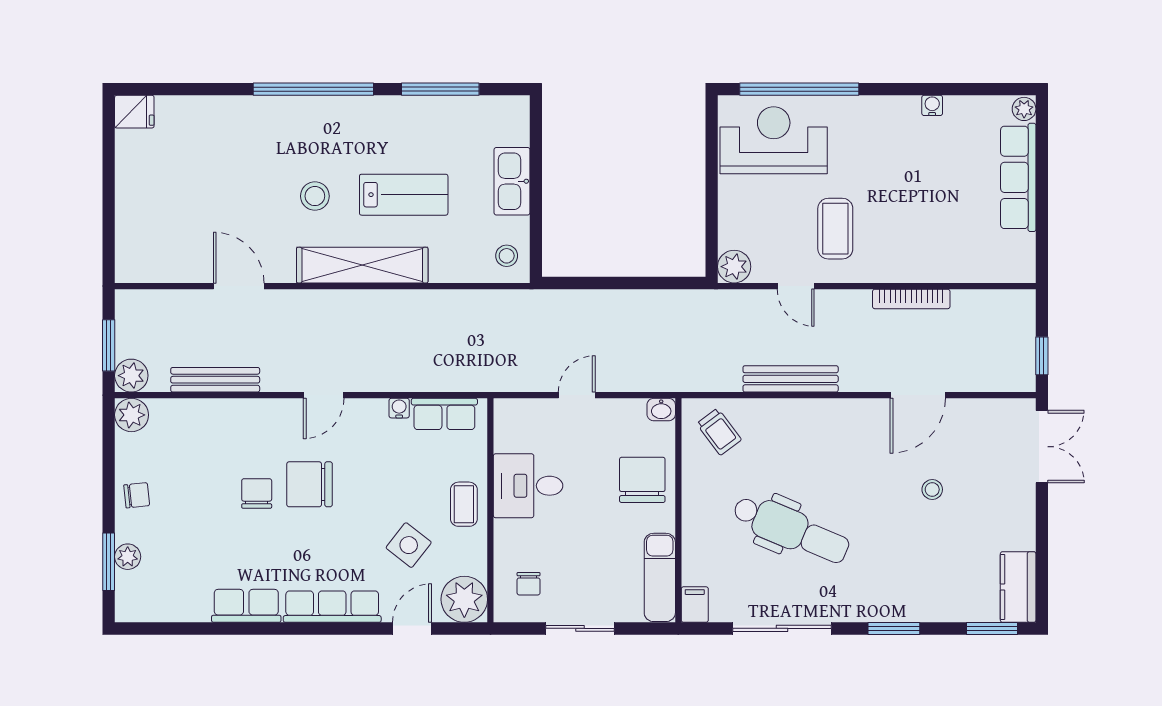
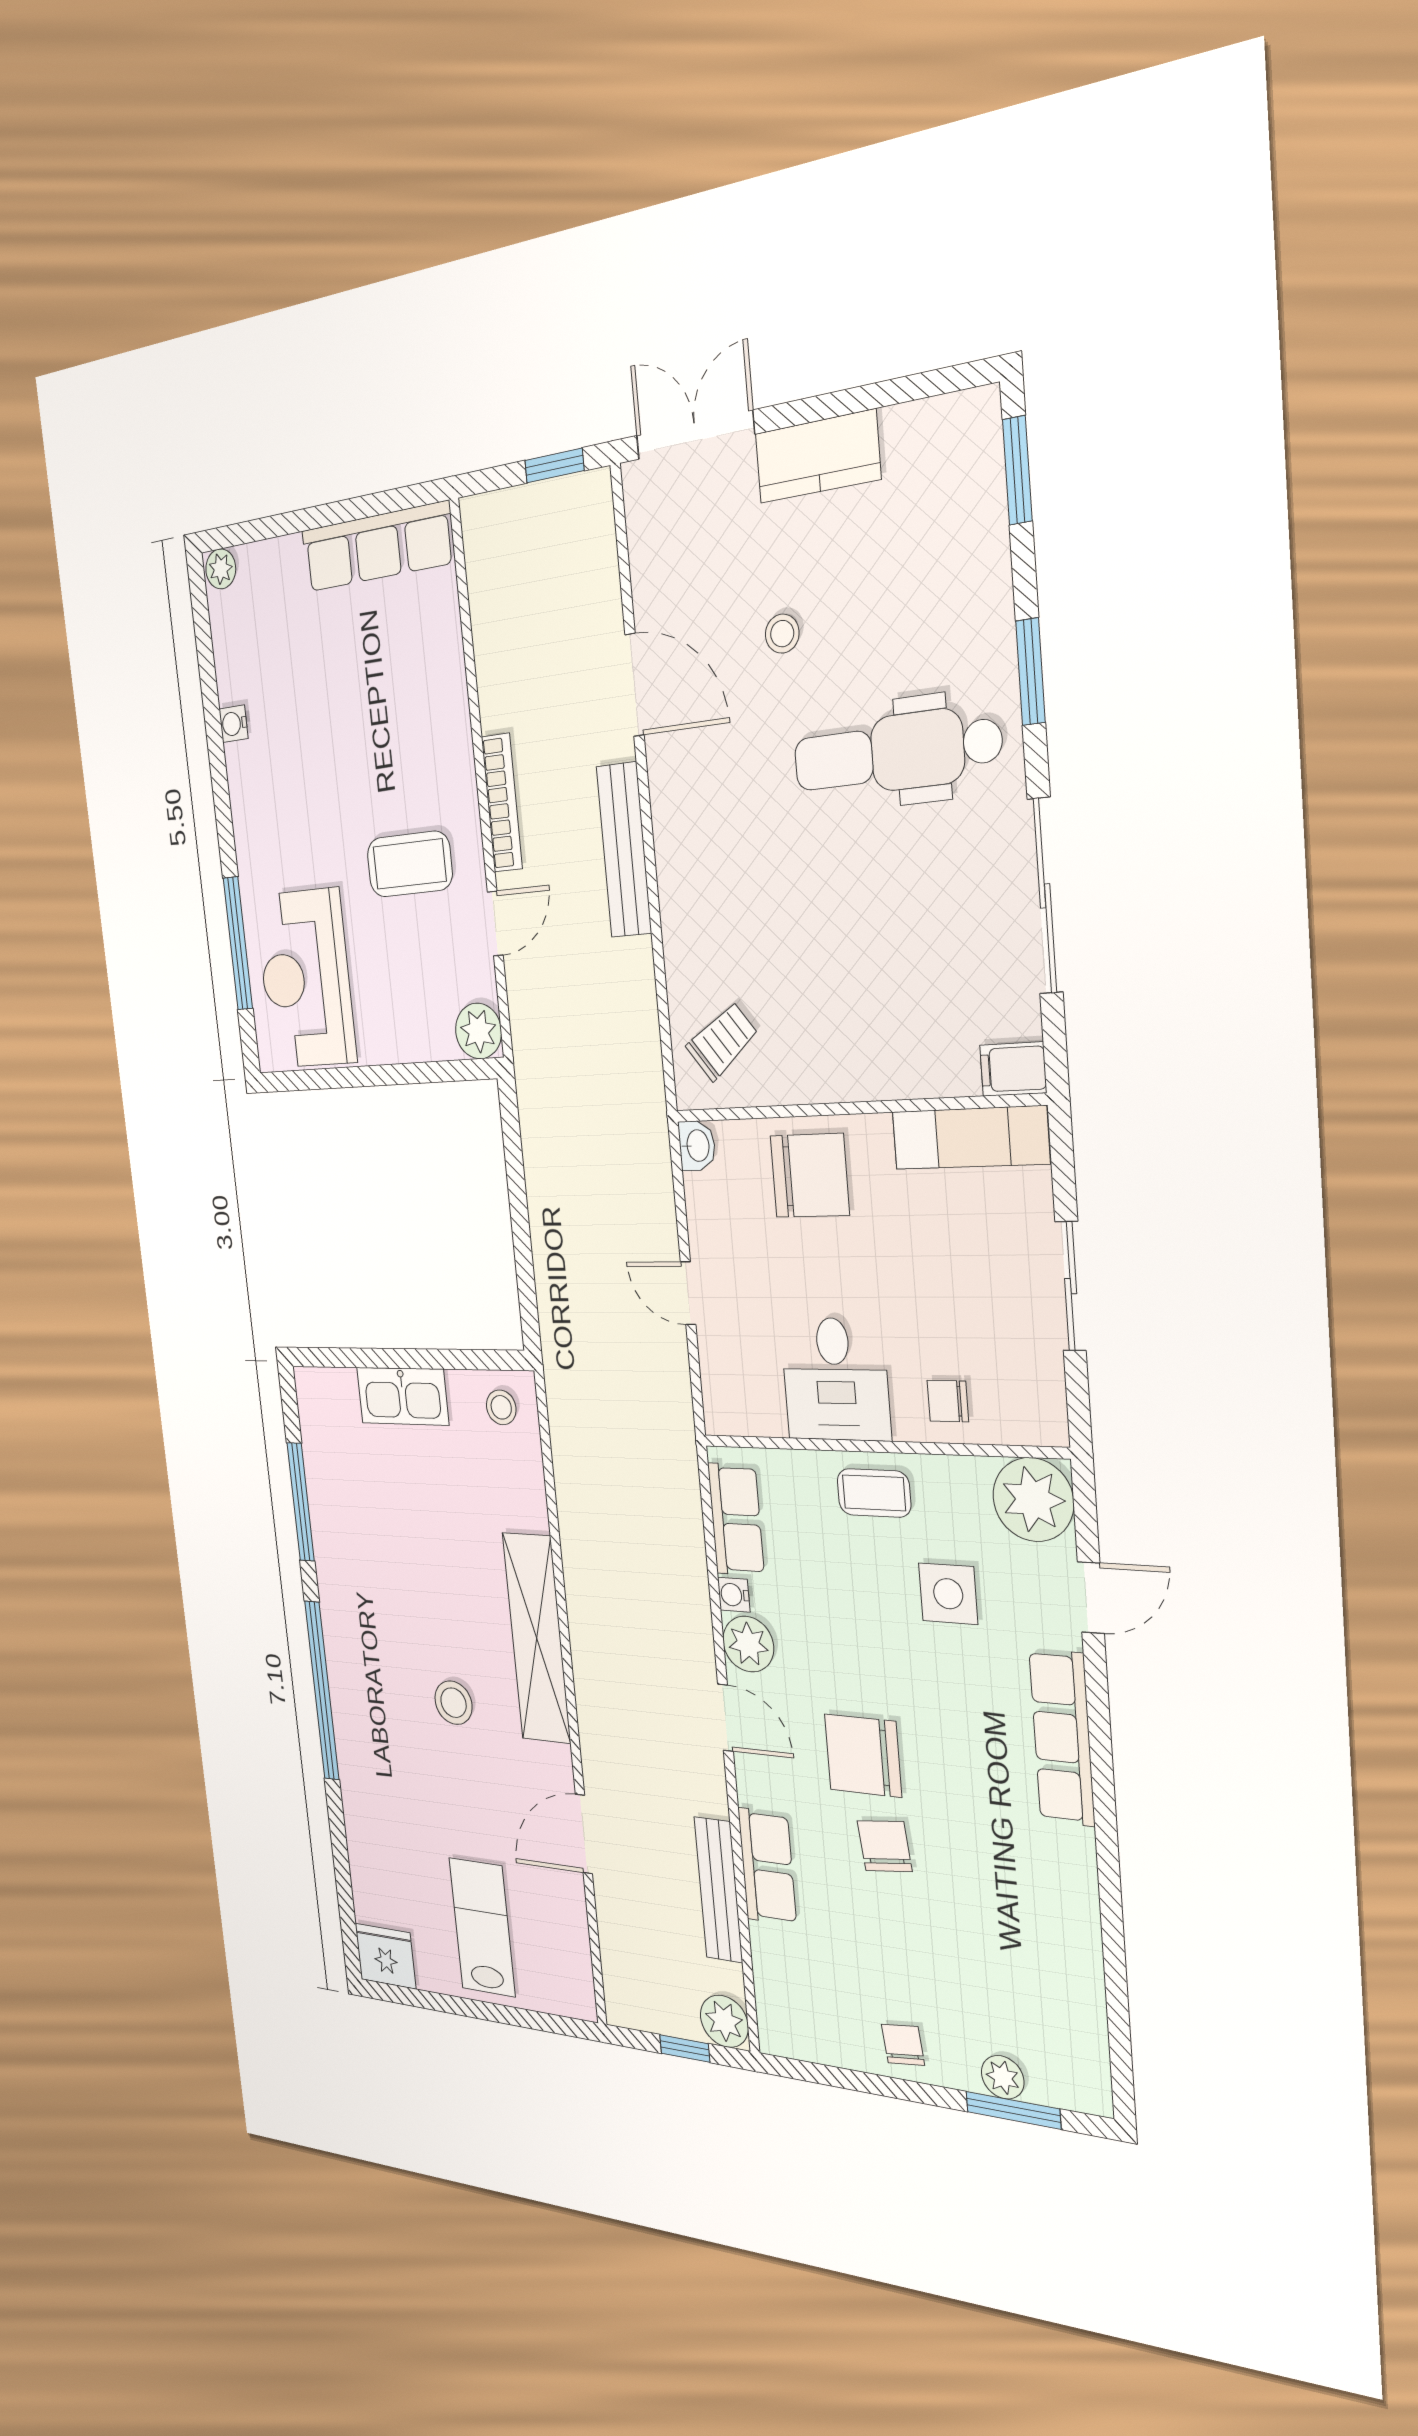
window: (799, 89) -> (238, 943), width x0.68
fridge: (134, 112) -> (385, 1956), width x1.38
row of seats: (1018, 177) -> (378, 547), moved
lab bench: (404, 195) -> (482, 1927), moved
bookcase: (911, 299) -> (502, 803), moved
window: (109, 345) -> (685, 2049), width x0.67
bench: (791, 379) -> (624, 850), moved
plant: (132, 415) -> (748, 1644), moved
chair: (642, 480) -> (810, 1176), turned 180
chair: (310, 484) -> (863, 1756), turned 90
chair: (257, 494) -> (885, 1846), turned 84
dental chair: (791, 529) -> (897, 752), moved, turned -113
side table: (409, 545) -> (948, 1594), turned -38
chair: (529, 584) -> (948, 1401), moved, turned 180
kitchen counter: (1018, 587) -> (818, 456), moved
row of seats: (246, 606) -> (767, 1866), moved, turned 180
door: (412, 628) -> (1091, 1598), swing flipped

